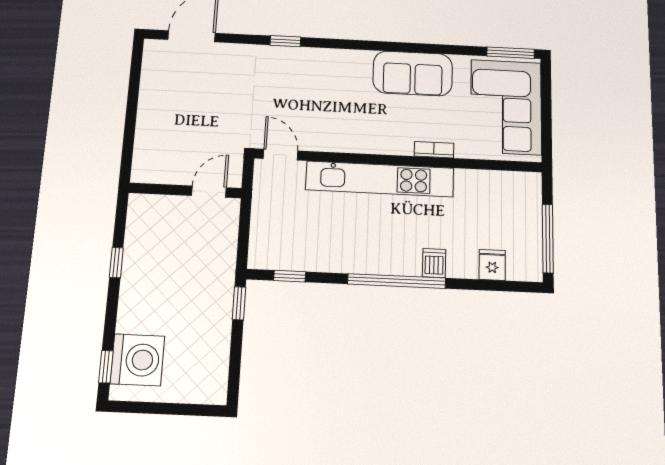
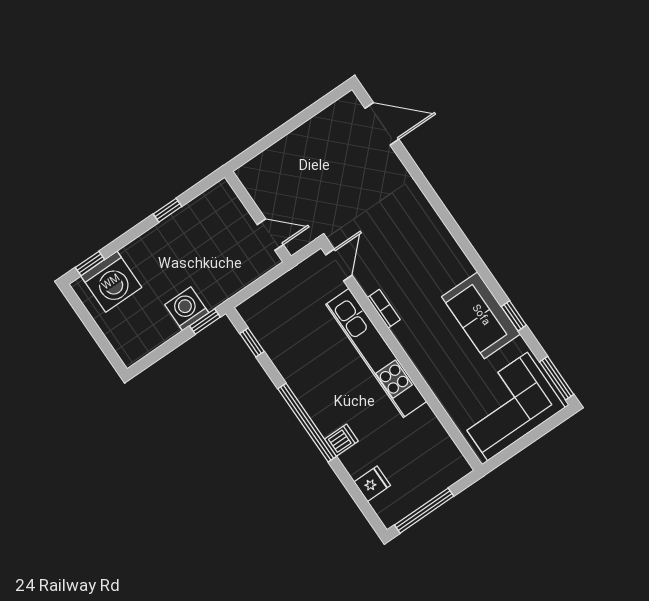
window: (285, 41) -> (514, 316), moved
bookcase: (434, 150) -> (384, 309), moved
washing machine: (215, 311) -> (187, 309), added

